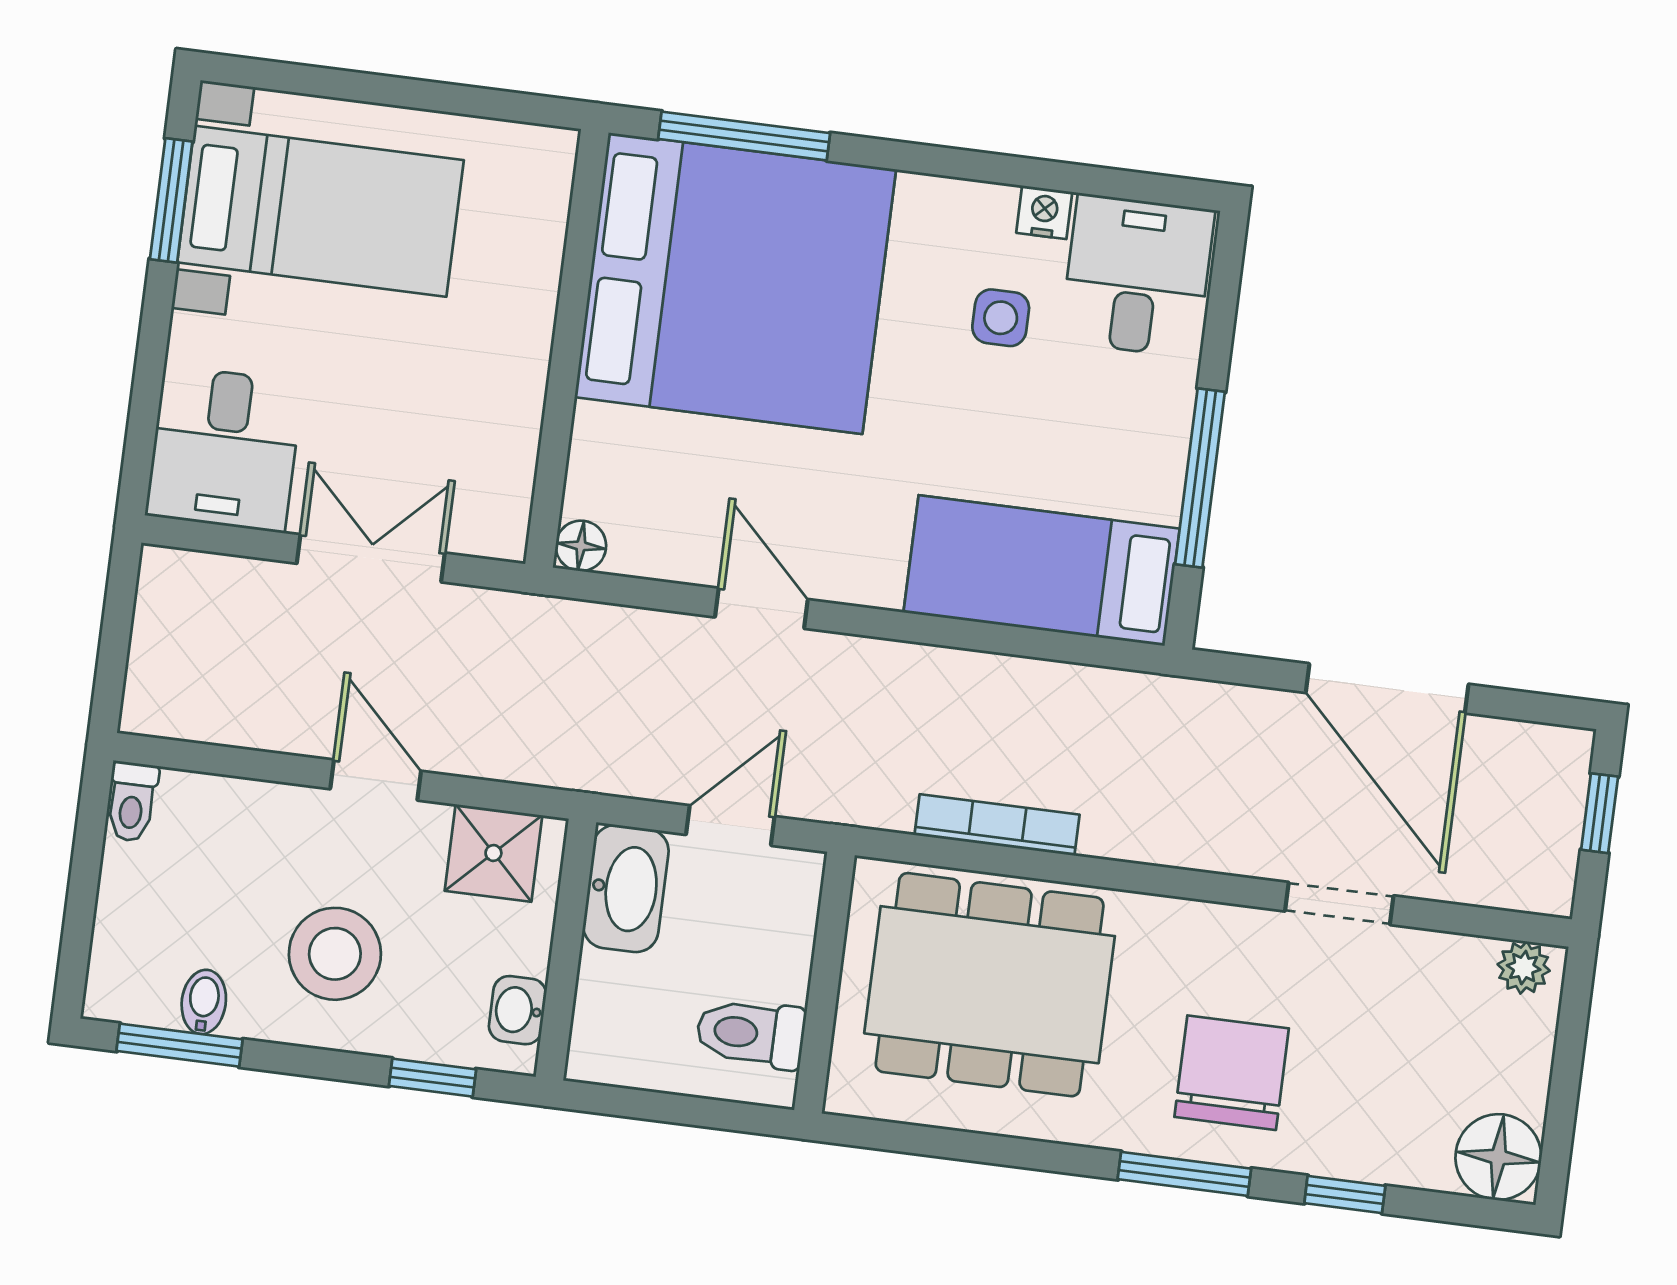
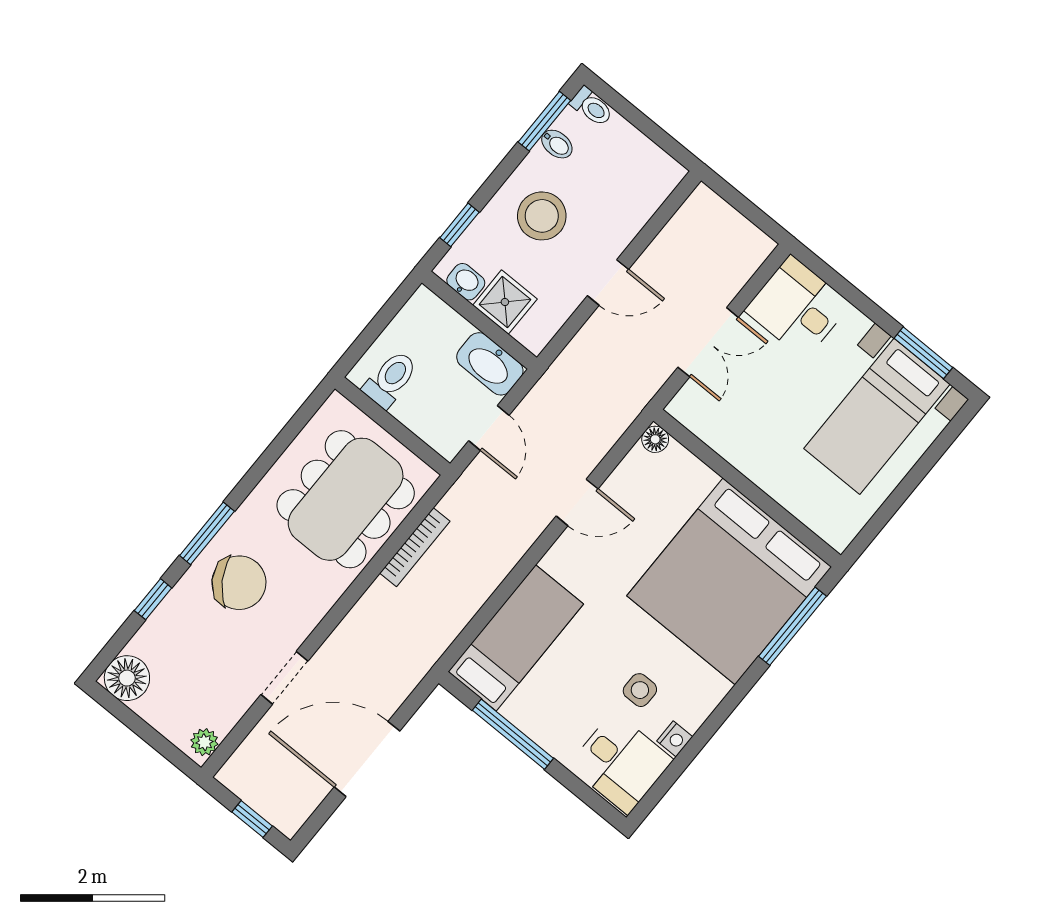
toilet: (132, 802) -> (592, 107), moved, turned 180
shower: (493, 853) -> (505, 302), moved
chair: (1232, 1073) -> (239, 583), turned -33

